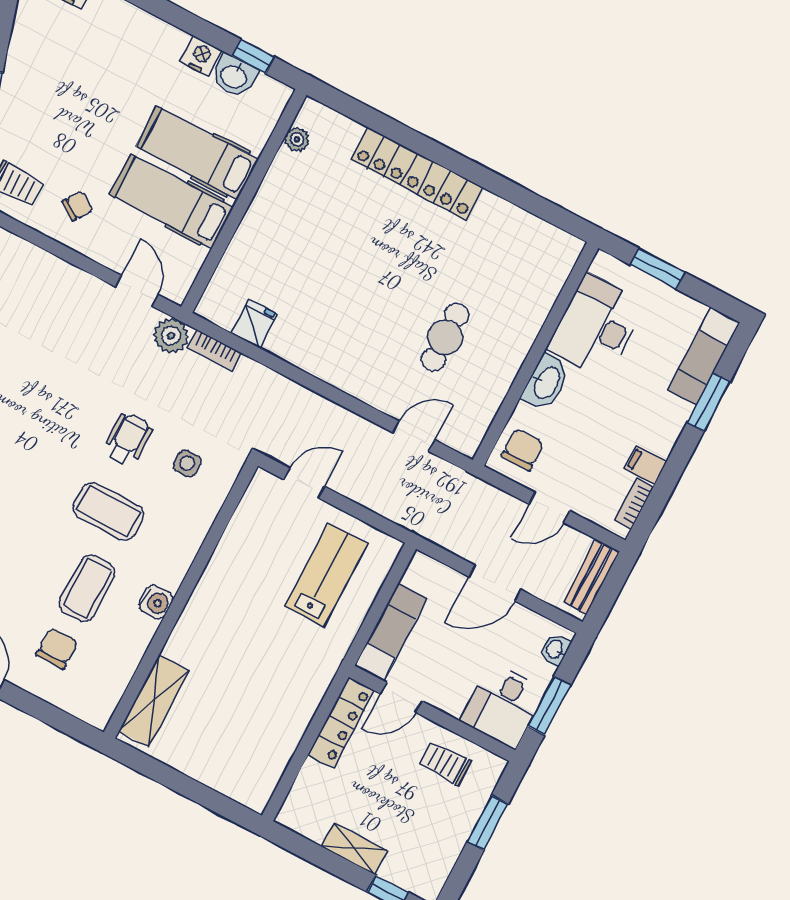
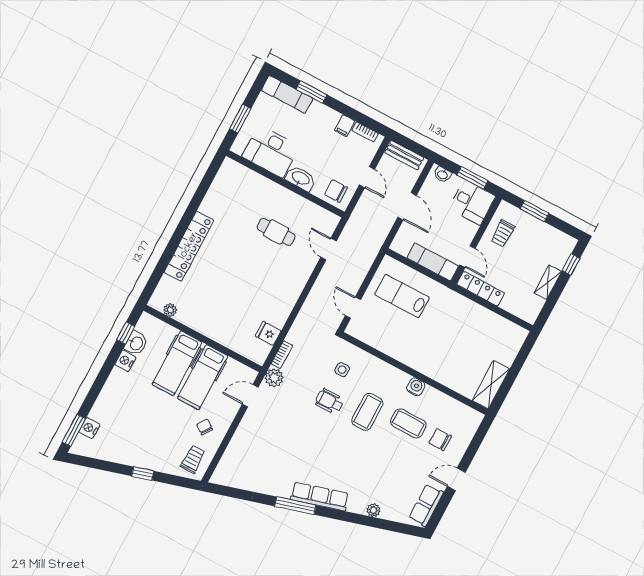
shelving: (154, 701) -> (491, 385), moved, turned 90

